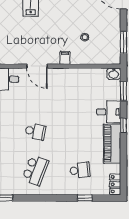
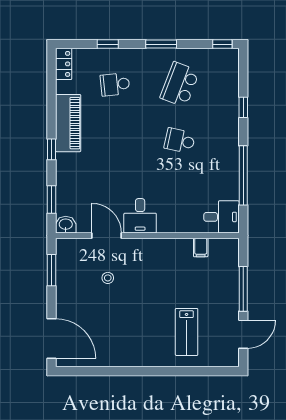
filing cabinet: (65, 58) -> (201, 248), moved
door: (37, 66) -> (107, 236), moved
desk: (109, 112) -> (140, 216), moved, turned -90
window: (48, 198) -> (161, 44), added

